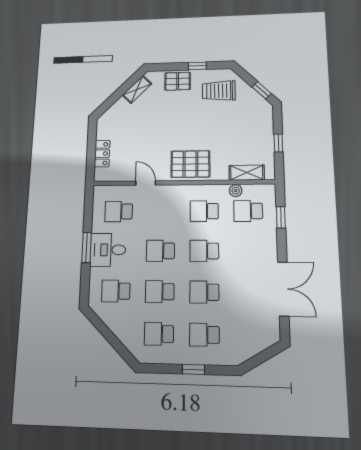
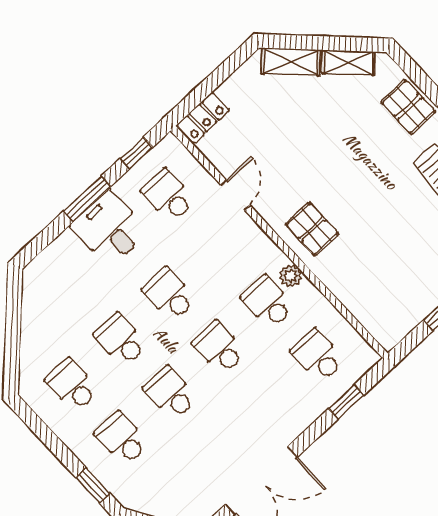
locker: (102, 154) -> (203, 118), moved
pallet: (190, 164) -> (312, 229), width x0.67, depth x0.71
shelving: (247, 173) -> (291, 62), moved, turned -45
plant: (236, 191) -> (291, 276), moved
window: (88, 208) -> (136, 153), added
school desk: (116, 291) -> (71, 287), removed
window: (193, 369) -> (93, 486), moved

